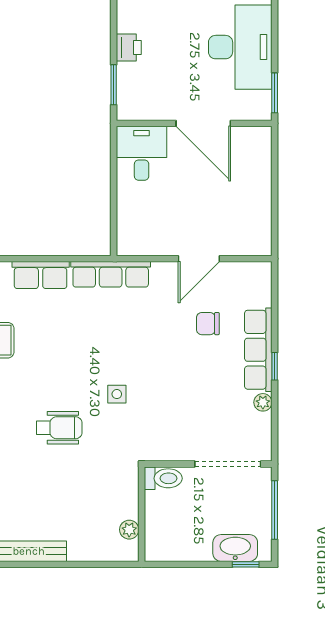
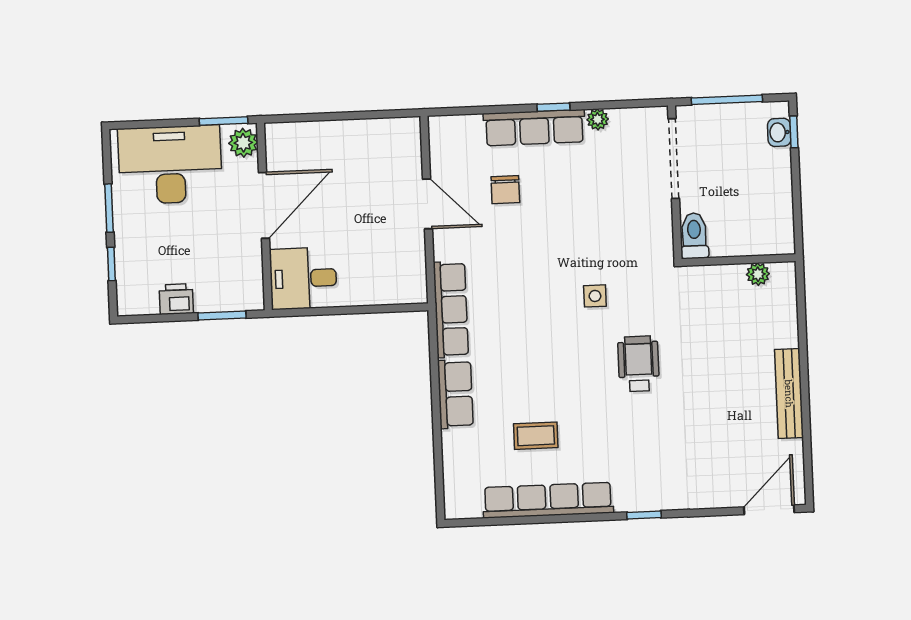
plant: (256, 108) -> (243, 143), added
washbasin: (235, 548) -> (779, 132), width x0.52, depth x0.69

